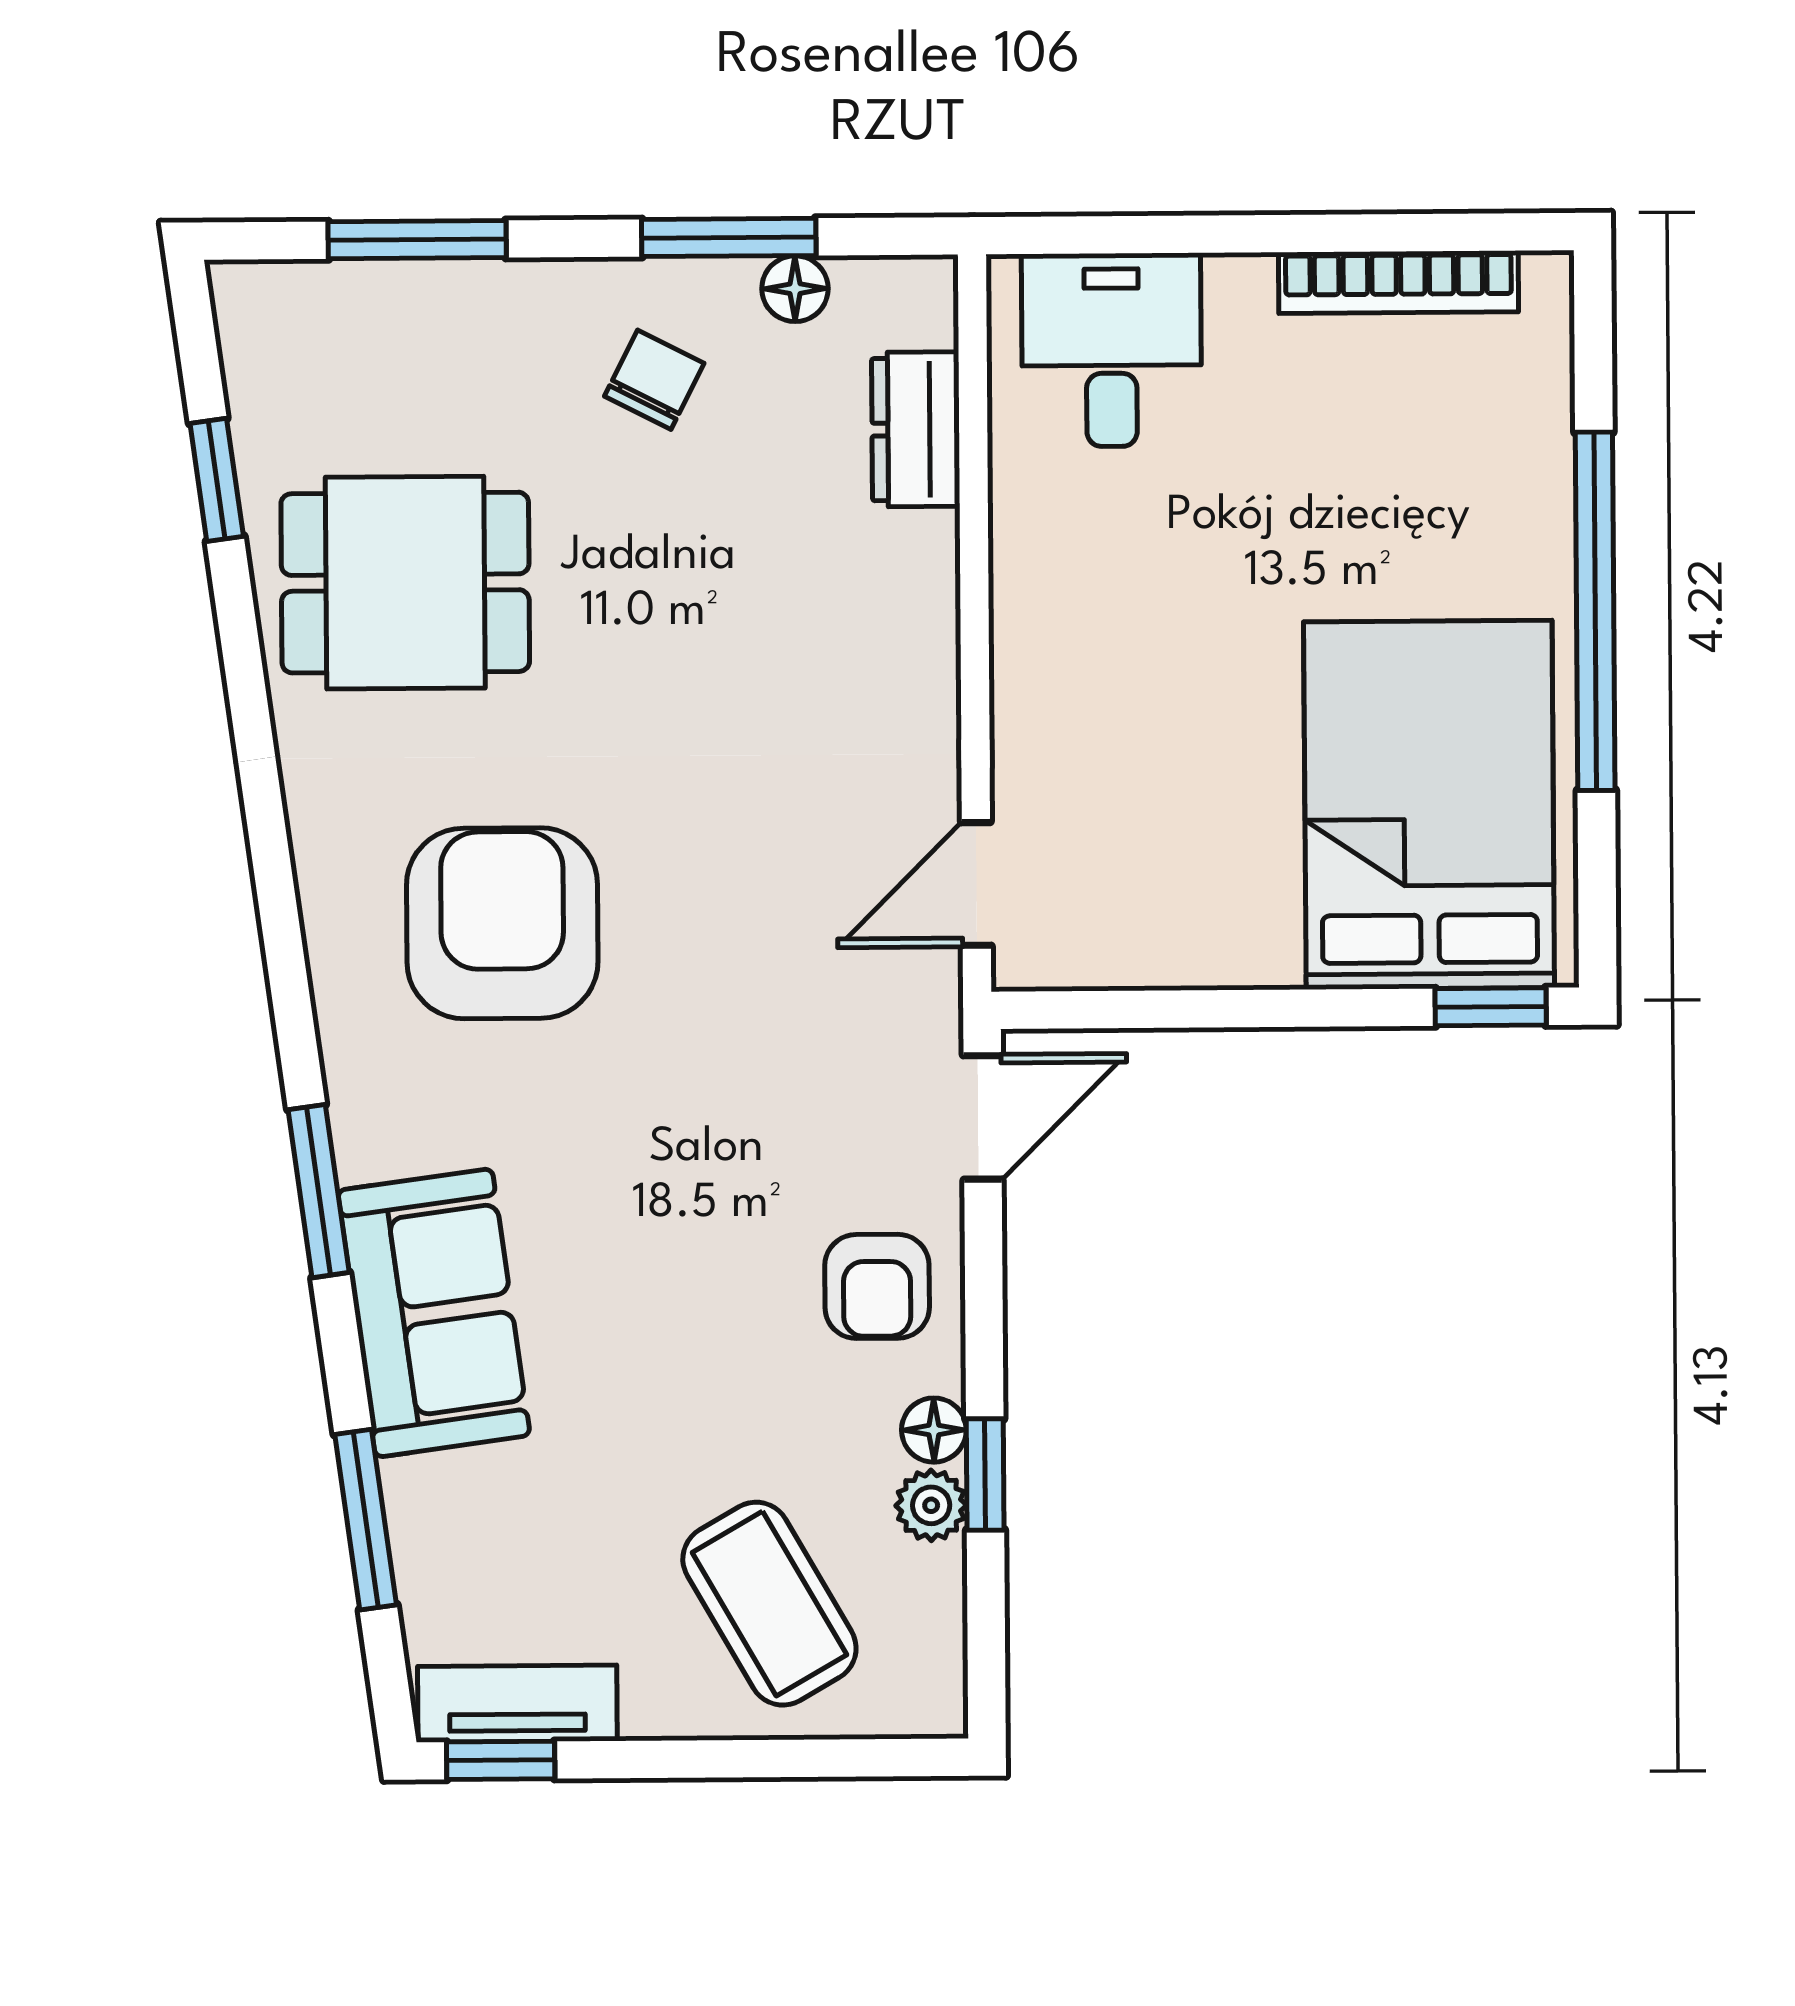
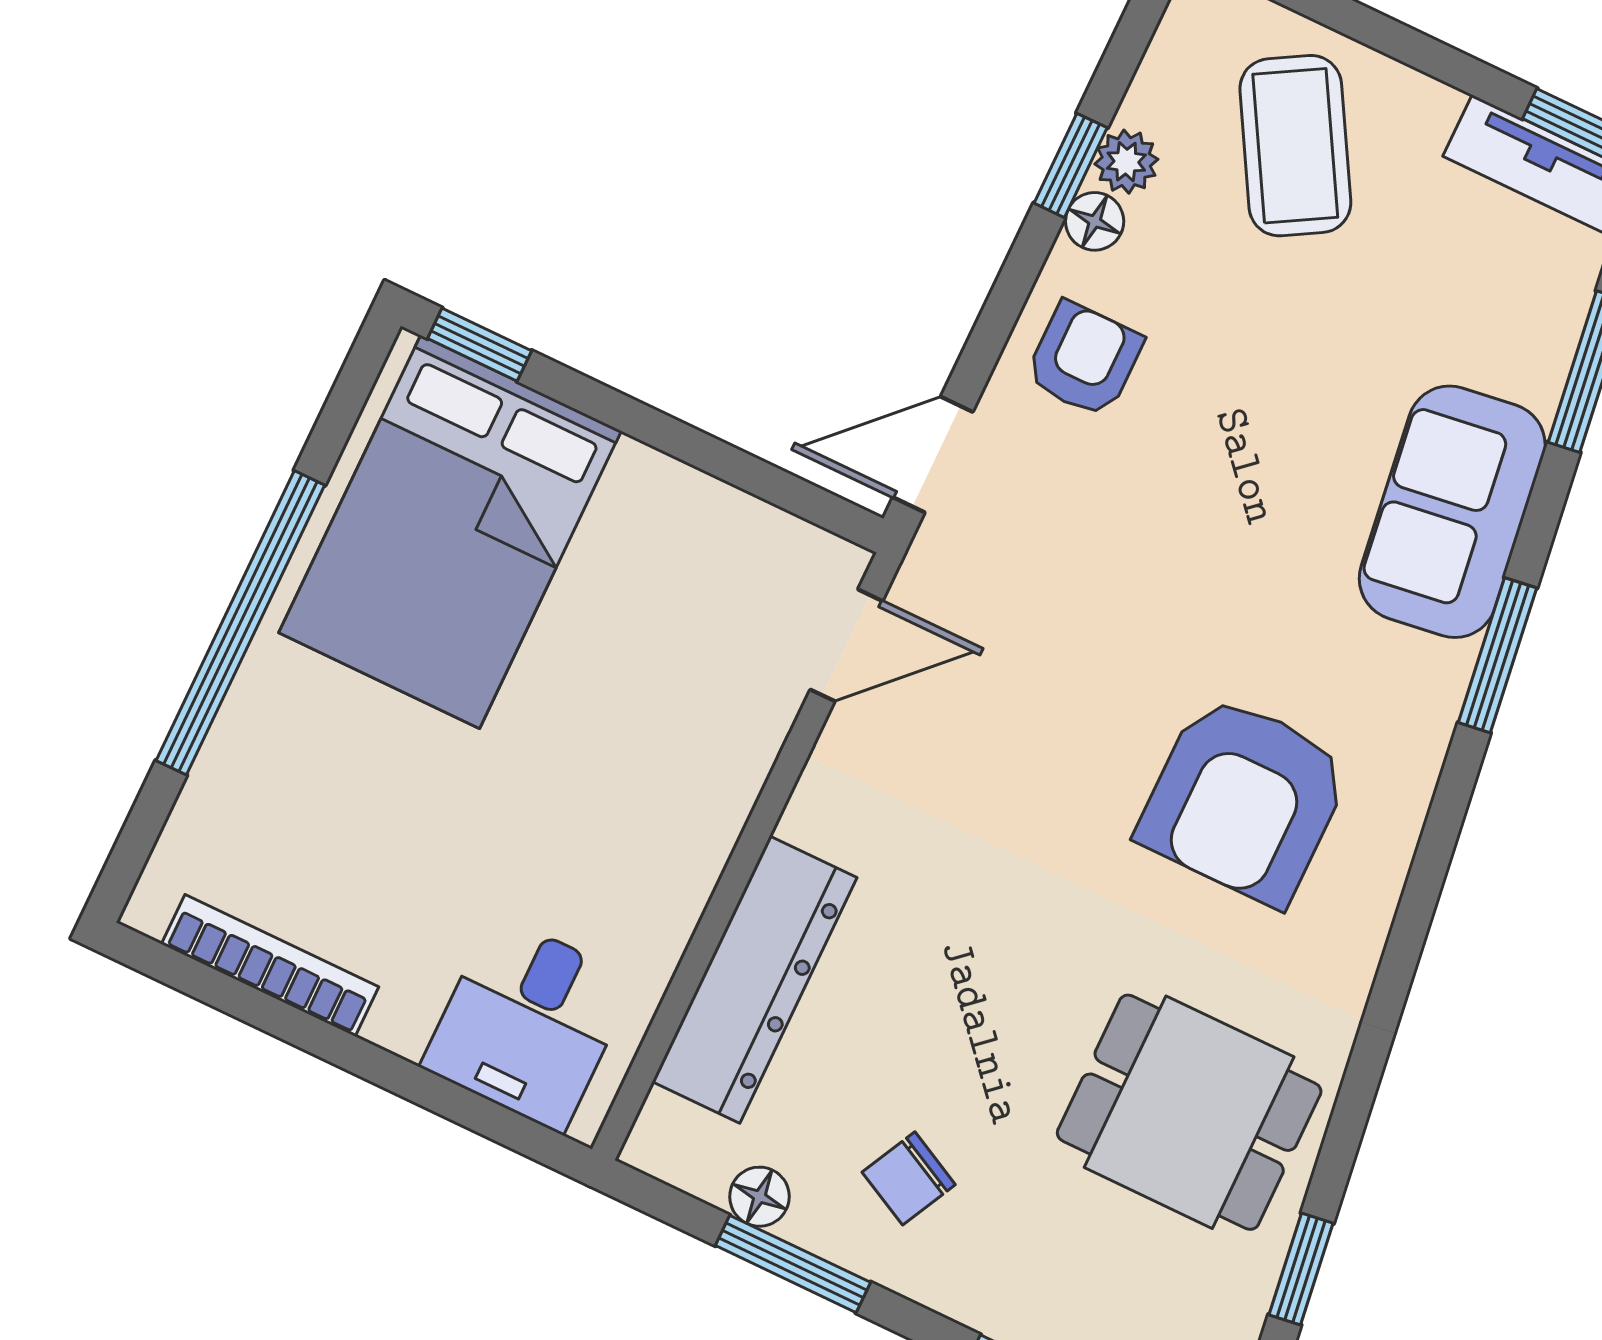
dresser: (916, 429) -> (755, 980), width x1.96, depth x1.24

